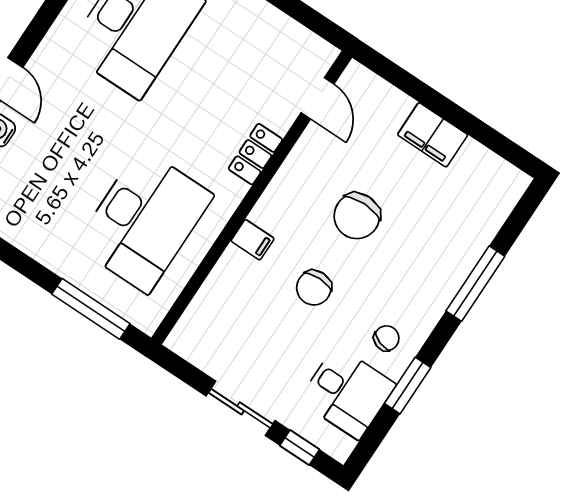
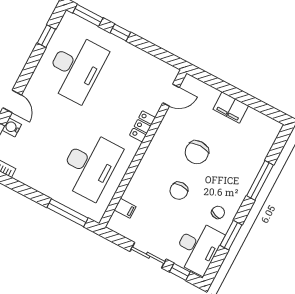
door: (318, 98) -> (171, 95), hinge flipped
filing cabinet: (253, 240) -> (125, 208), moved
desk: (347, 392) -> (198, 247), width x1.37

